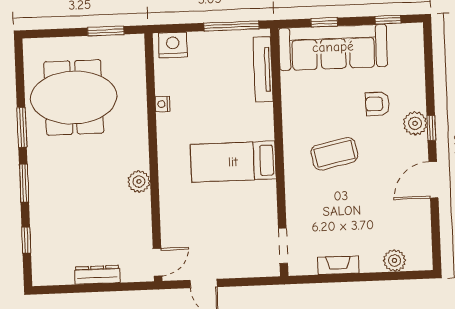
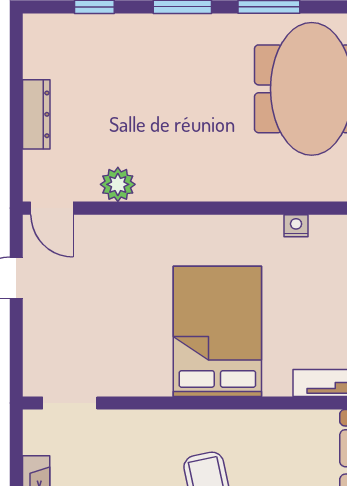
bed: (233, 162) -> (217, 331), width x1.50
plant: (139, 181) -> (118, 184), moved

